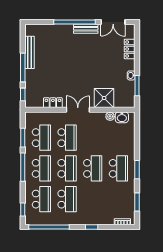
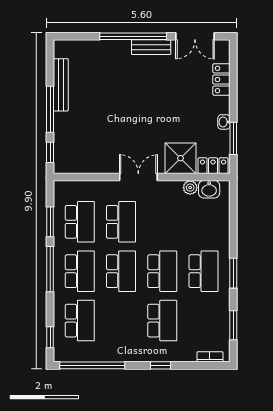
locker: (53, 103) -> (213, 166), moved
school desk: (67, 199) -> (162, 321), moved

